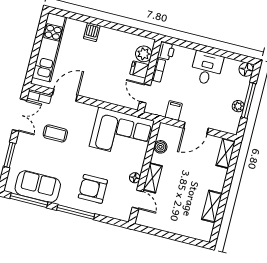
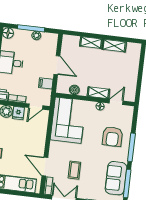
shelving: (226, 153) -> (91, 43), moved

